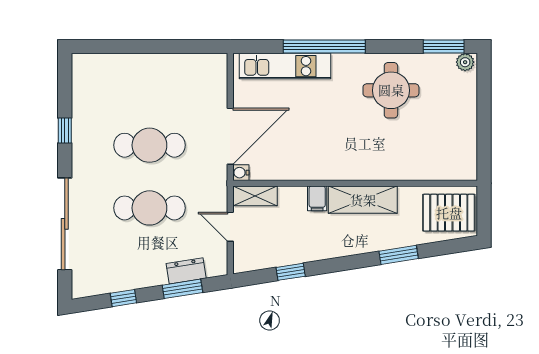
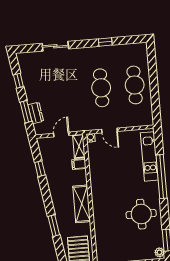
door: (230, 136) -> (110, 130), width x0.53
filing cabinet: (317, 198) -> (79, 164), moved
cafe table: (149, 208) -> (135, 85), moved
sliding door: (65, 224) -> (55, 46), width x0.54

